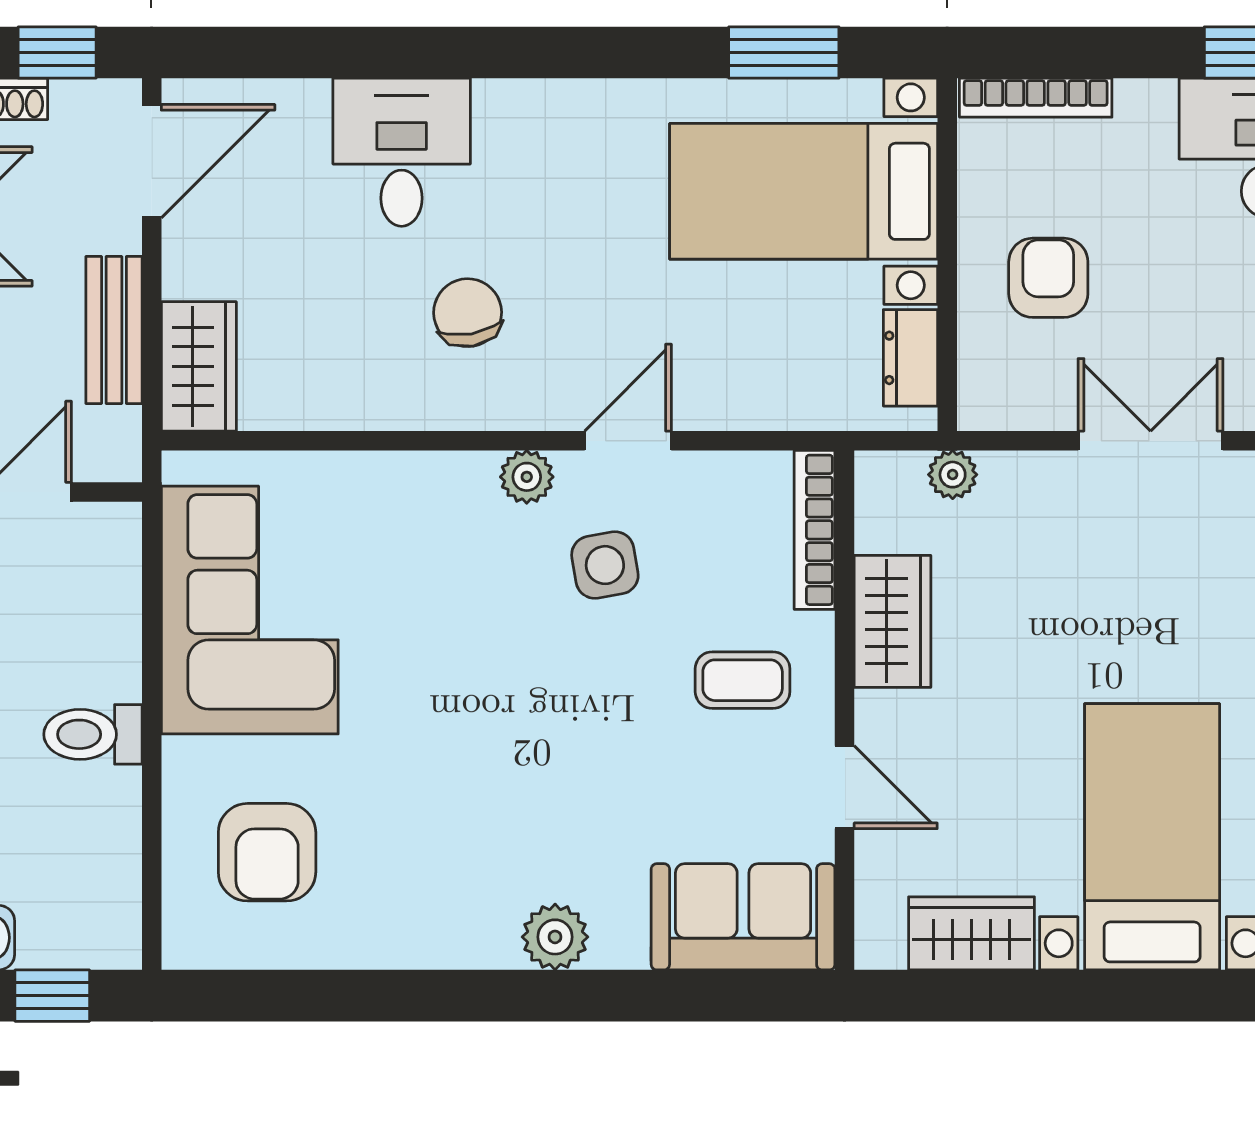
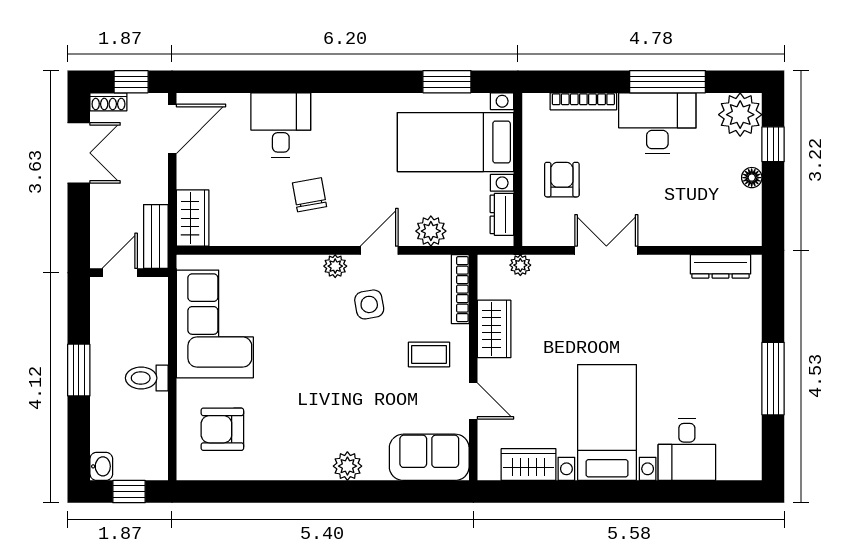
bookcase: (1036, 98) -> (583, 101), moved
bench: (114, 330) -> (156, 237), moved
plant: (747, 396) -> (431, 231), added
armchair: (267, 852) -> (222, 429), turned 90

